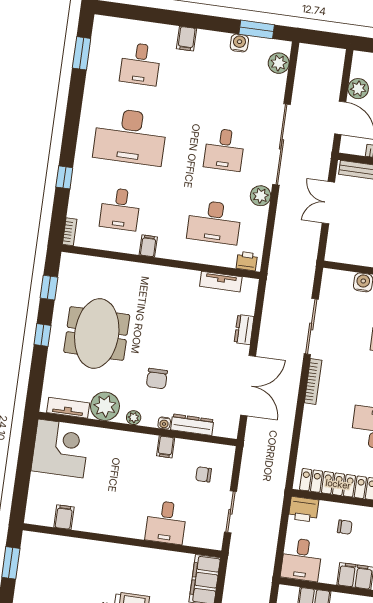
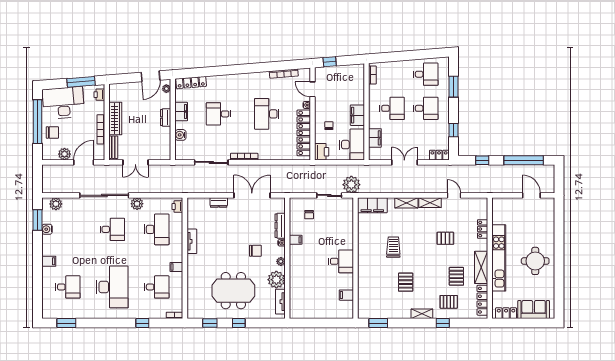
tv unit: (221, 282) -> (192, 241), moved
corner desk: (61, 448) -> (305, 303), removed
desk: (166, 522) -> (341, 261), moved
plant: (243, 550) -> (351, 185), added
desk: (301, 560) -> (352, 145), width x1.37

